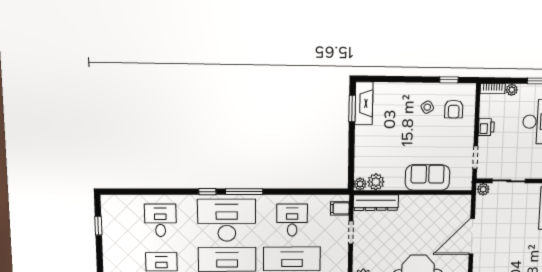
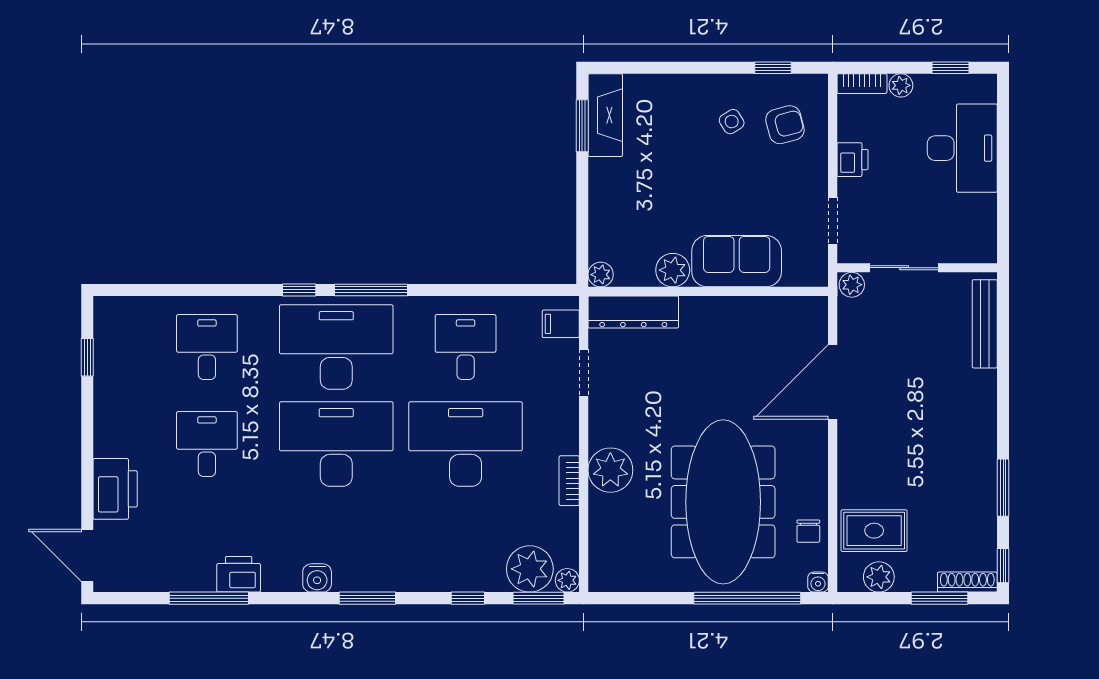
armchair: (454, 109) -> (785, 125), turned -105
plant: (376, 182) -> (673, 270), moved

